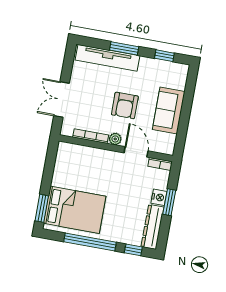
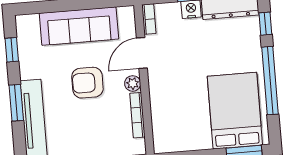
armchair: (125, 105) -> (87, 83), turned 180
sofa: (169, 110) -> (79, 26), width x1.36

